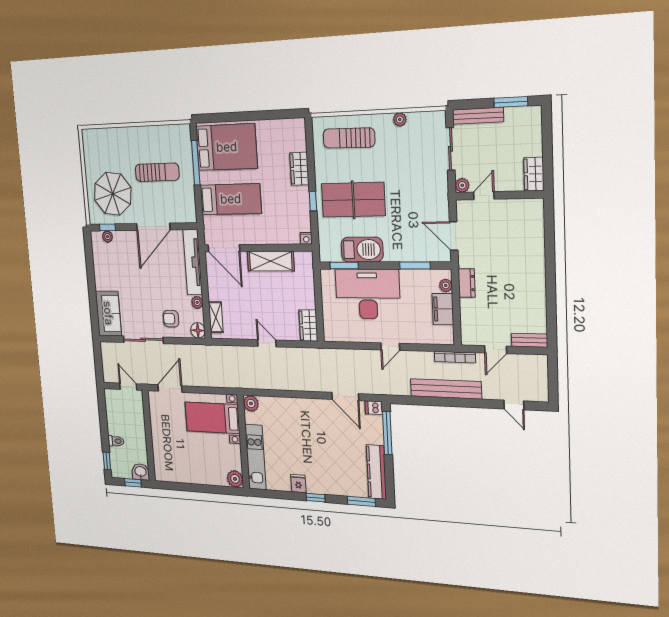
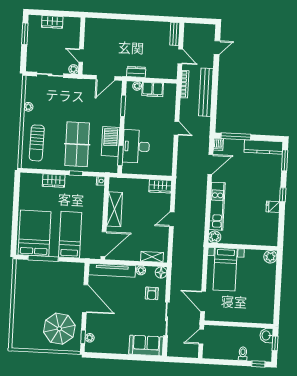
bench: (478, 116) -> (31, 55), removed
sun lounger: (157, 172) -> (47, 290), removed
wardrobe: (534, 174) -> (52, 22), moved
desk: (368, 294) -> (136, 146), width x0.73, depth x0.77
kitchen unit: (255, 457) -> (217, 206), moved, turned 90

